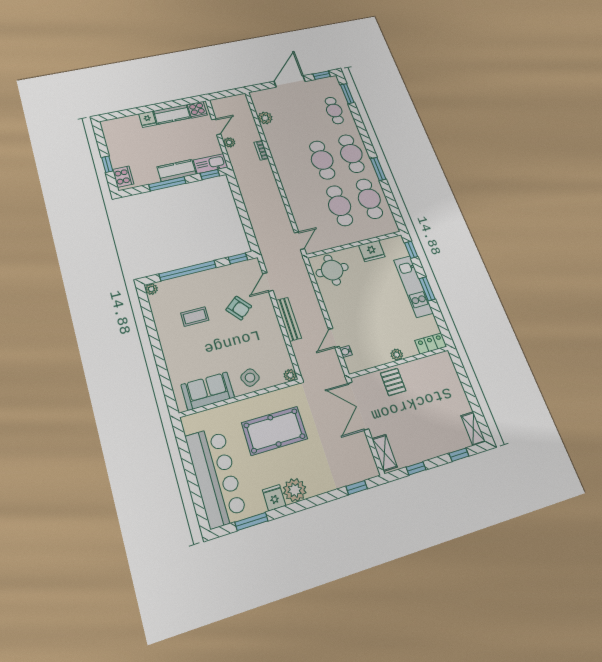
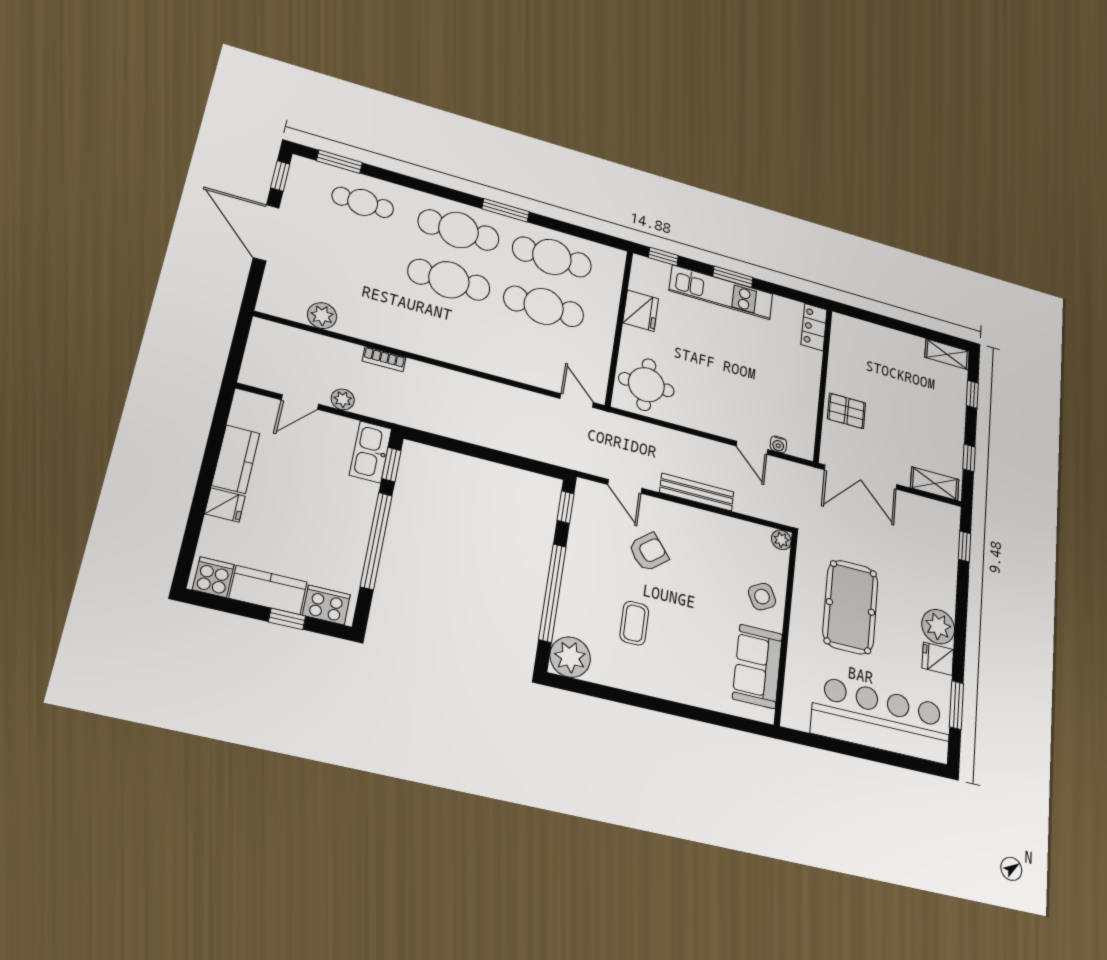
cooker: (197, 110) -> (213, 577), moved, turned -90
door: (216, 127) -> (300, 402), swing flipped
kitchen counter: (177, 170) -> (268, 590), moved, turned 90
window: (167, 184) -> (376, 541), width x1.46
plant: (151, 289) -> (570, 657), width x1.88, depth x1.88
plant: (397, 355) -> (811, 381), removed

